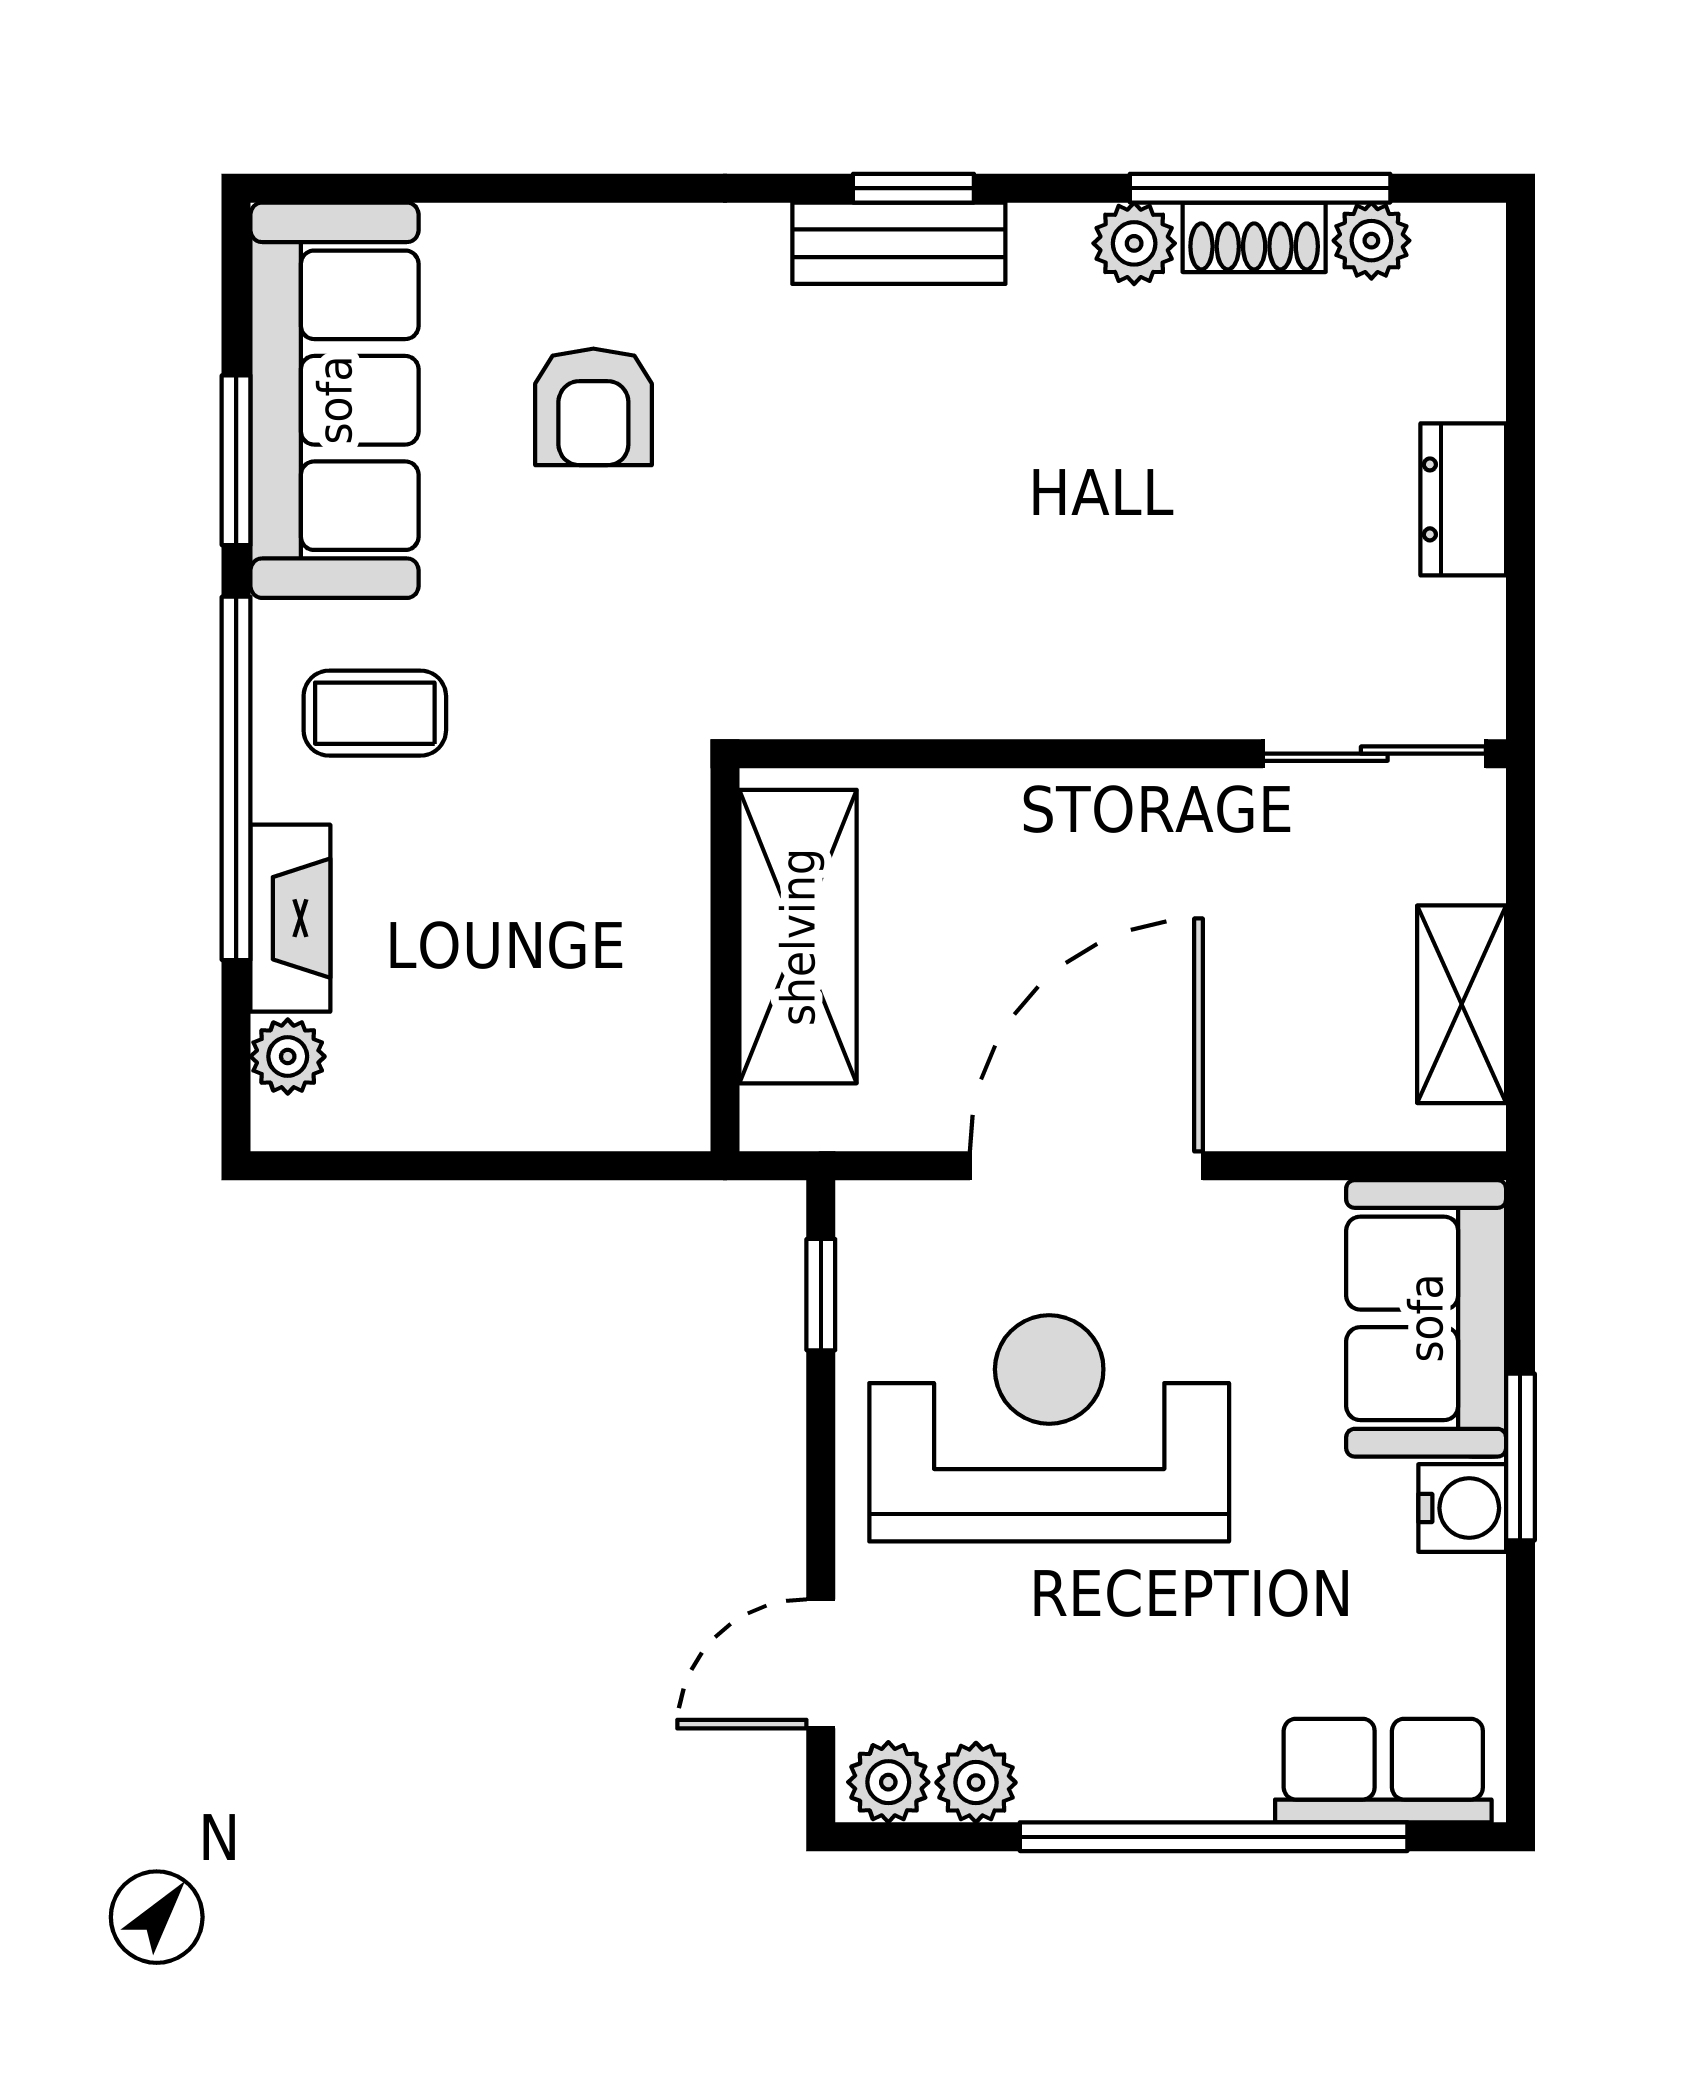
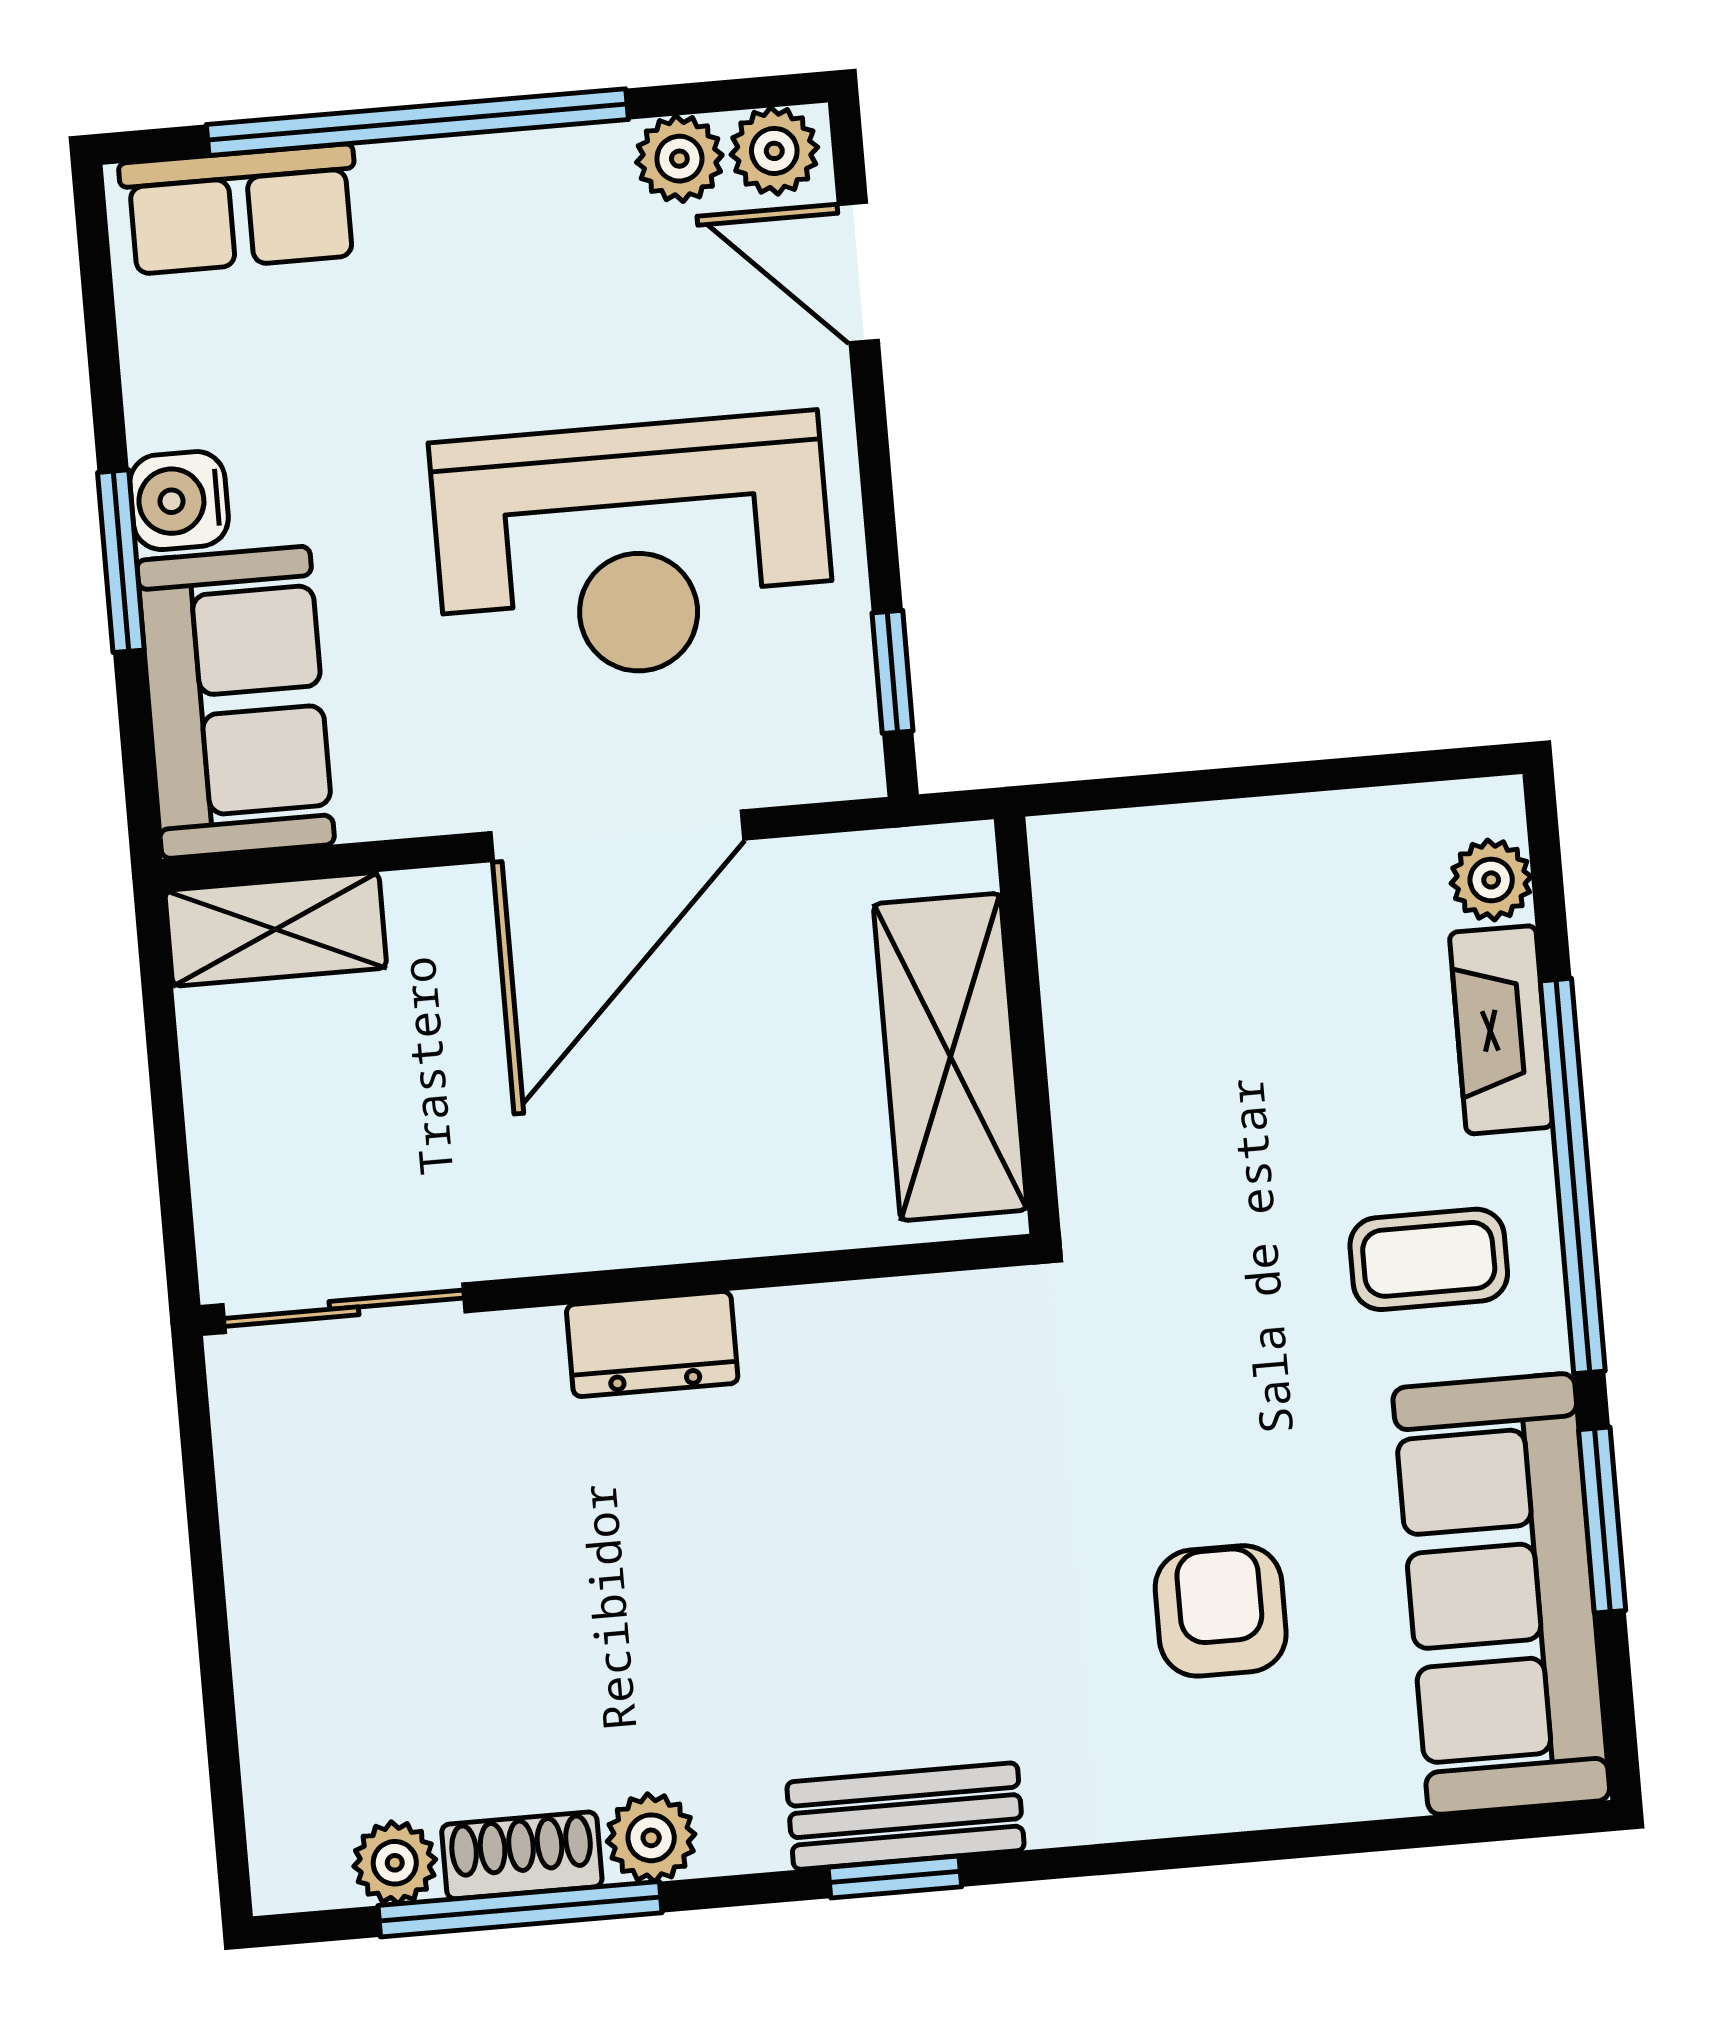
dresser: (1463, 499) -> (652, 1344), moved, turned 90
shelving: (1462, 1004) -> (276, 929), moved, turned 90
door: (821, 1664) -> (858, 273), swing flipped

